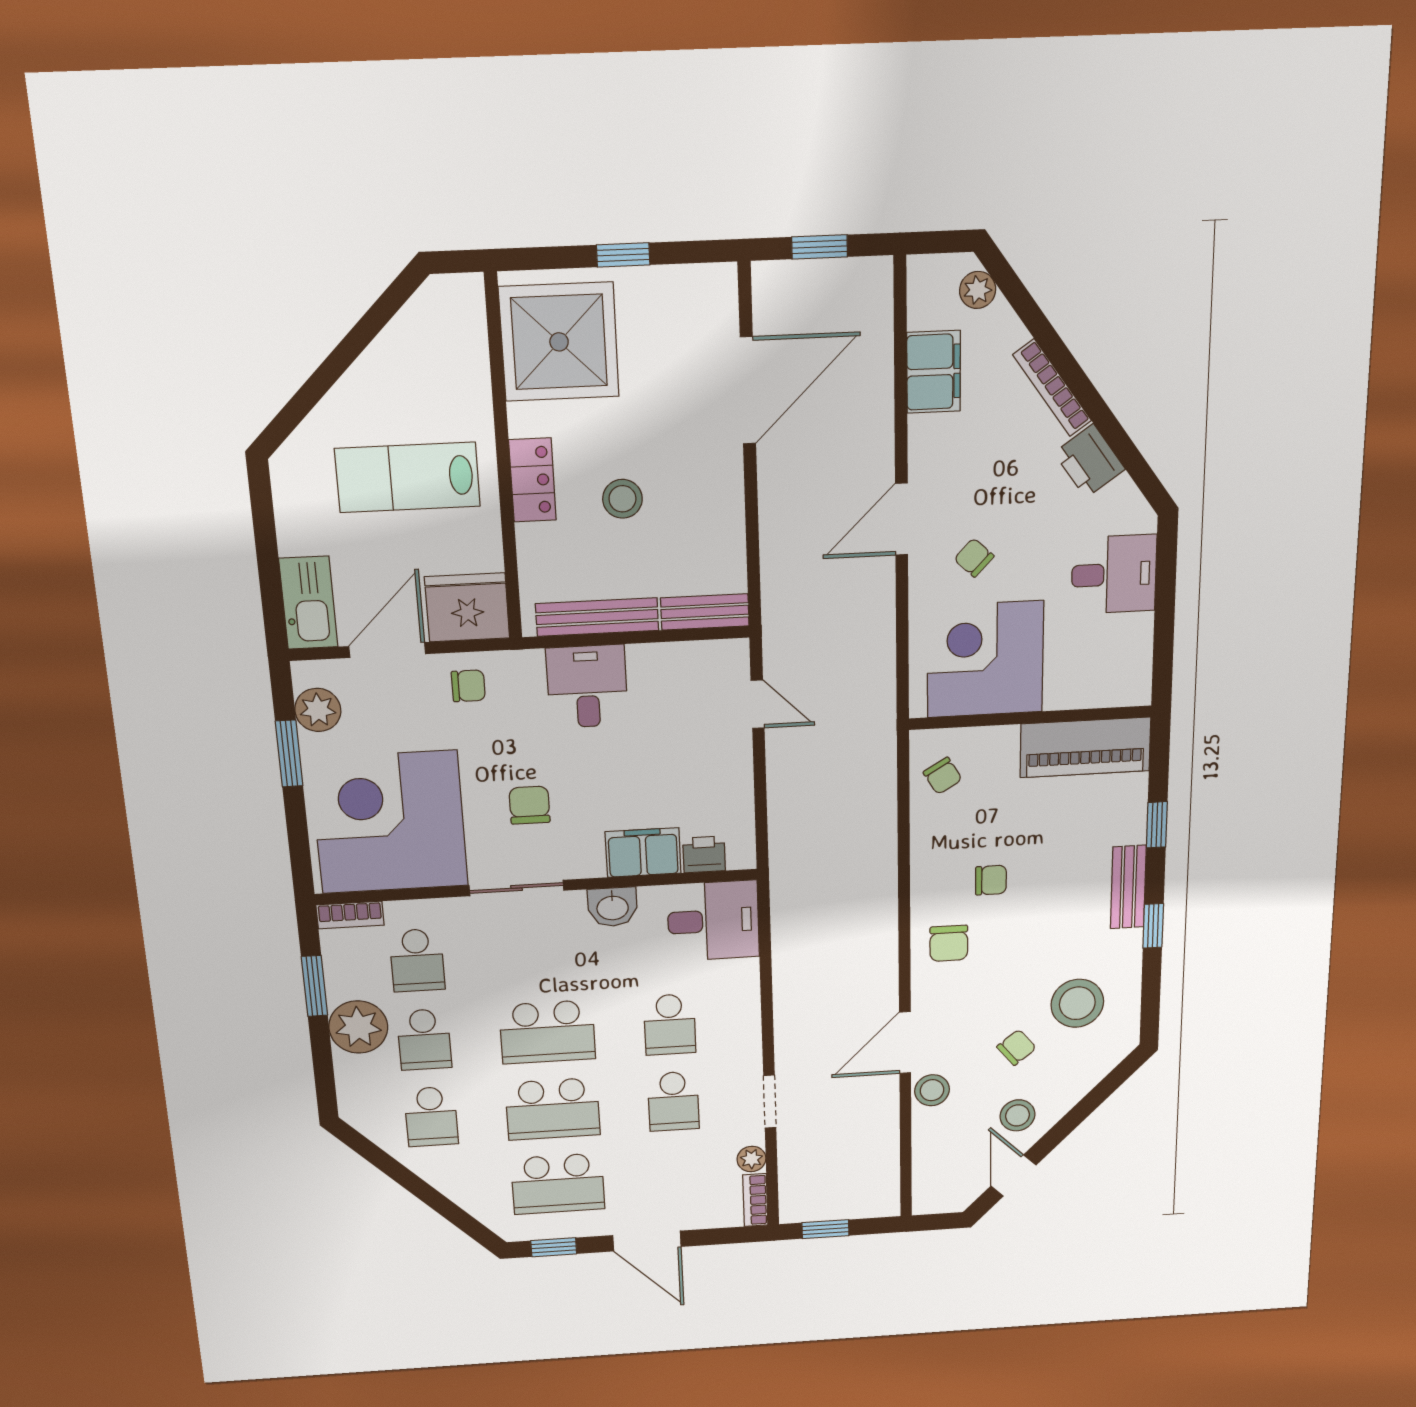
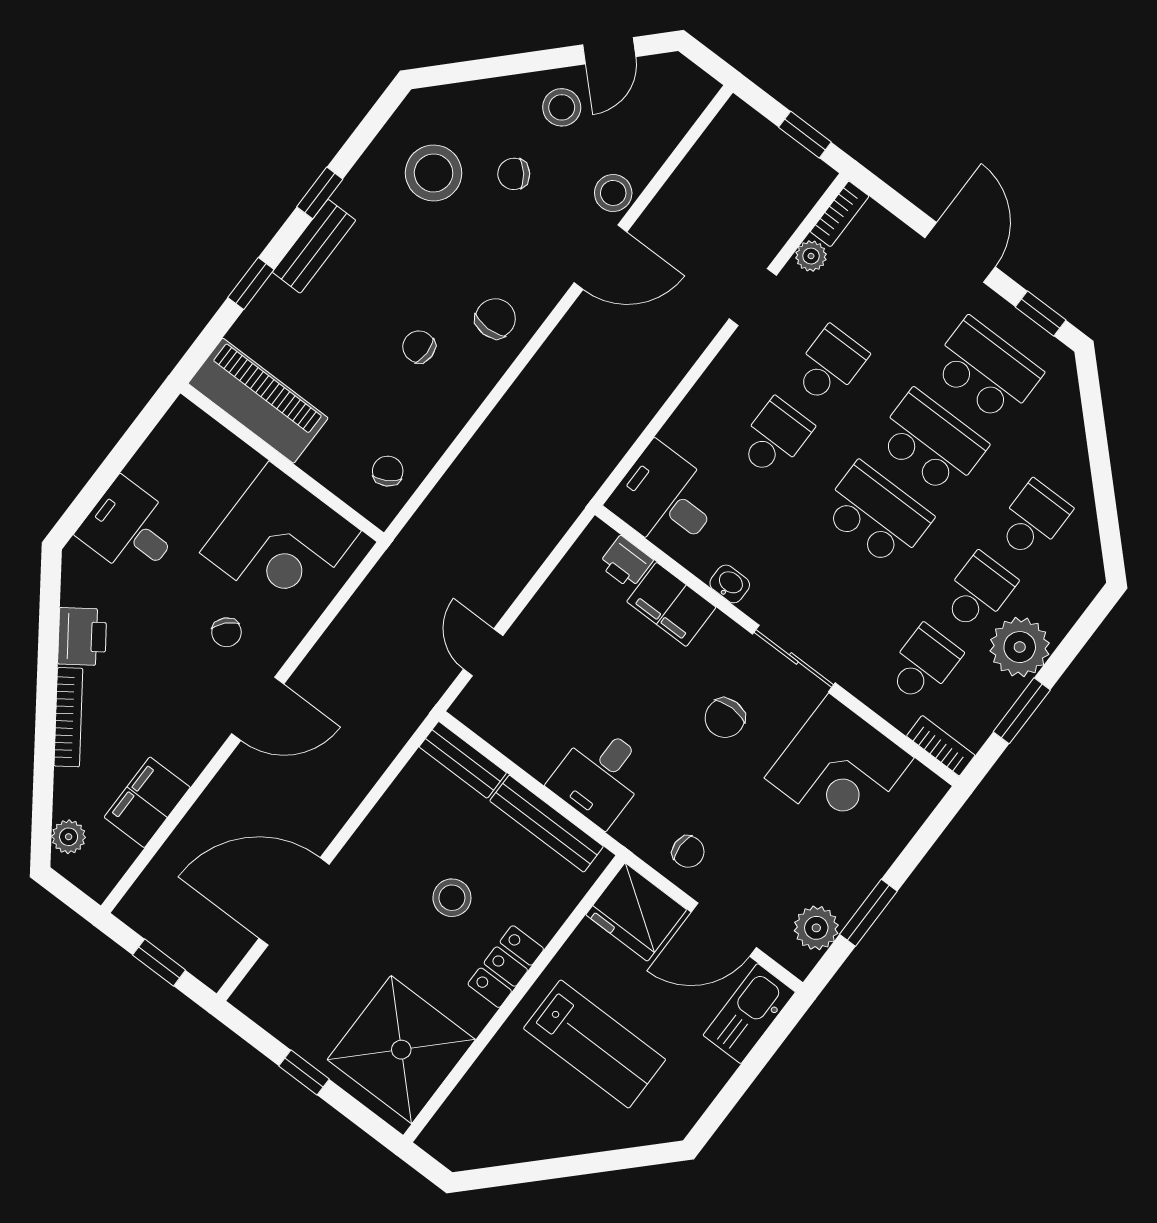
chair: (468, 686) -> (688, 852), turned 180
corner desk: (389, 822) -> (839, 768), width x0.74, depth x0.74
washbasin: (613, 907) -> (730, 584), width x0.72, depth x0.69

